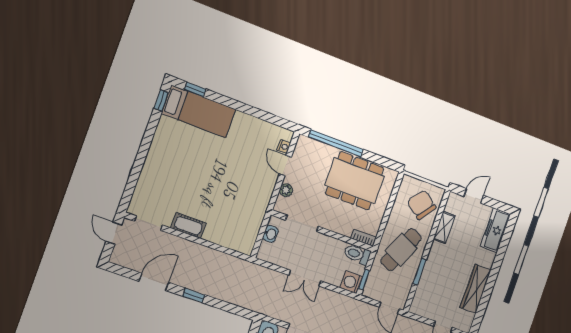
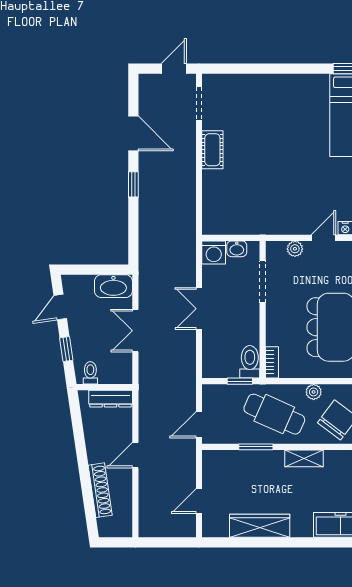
plant: (395, 215) -> (314, 392), added
shelving: (444, 227) -> (304, 458), moved
window: (364, 280) -> (240, 381), moved
washing machine: (351, 282) -> (214, 252), moved, turned 180

